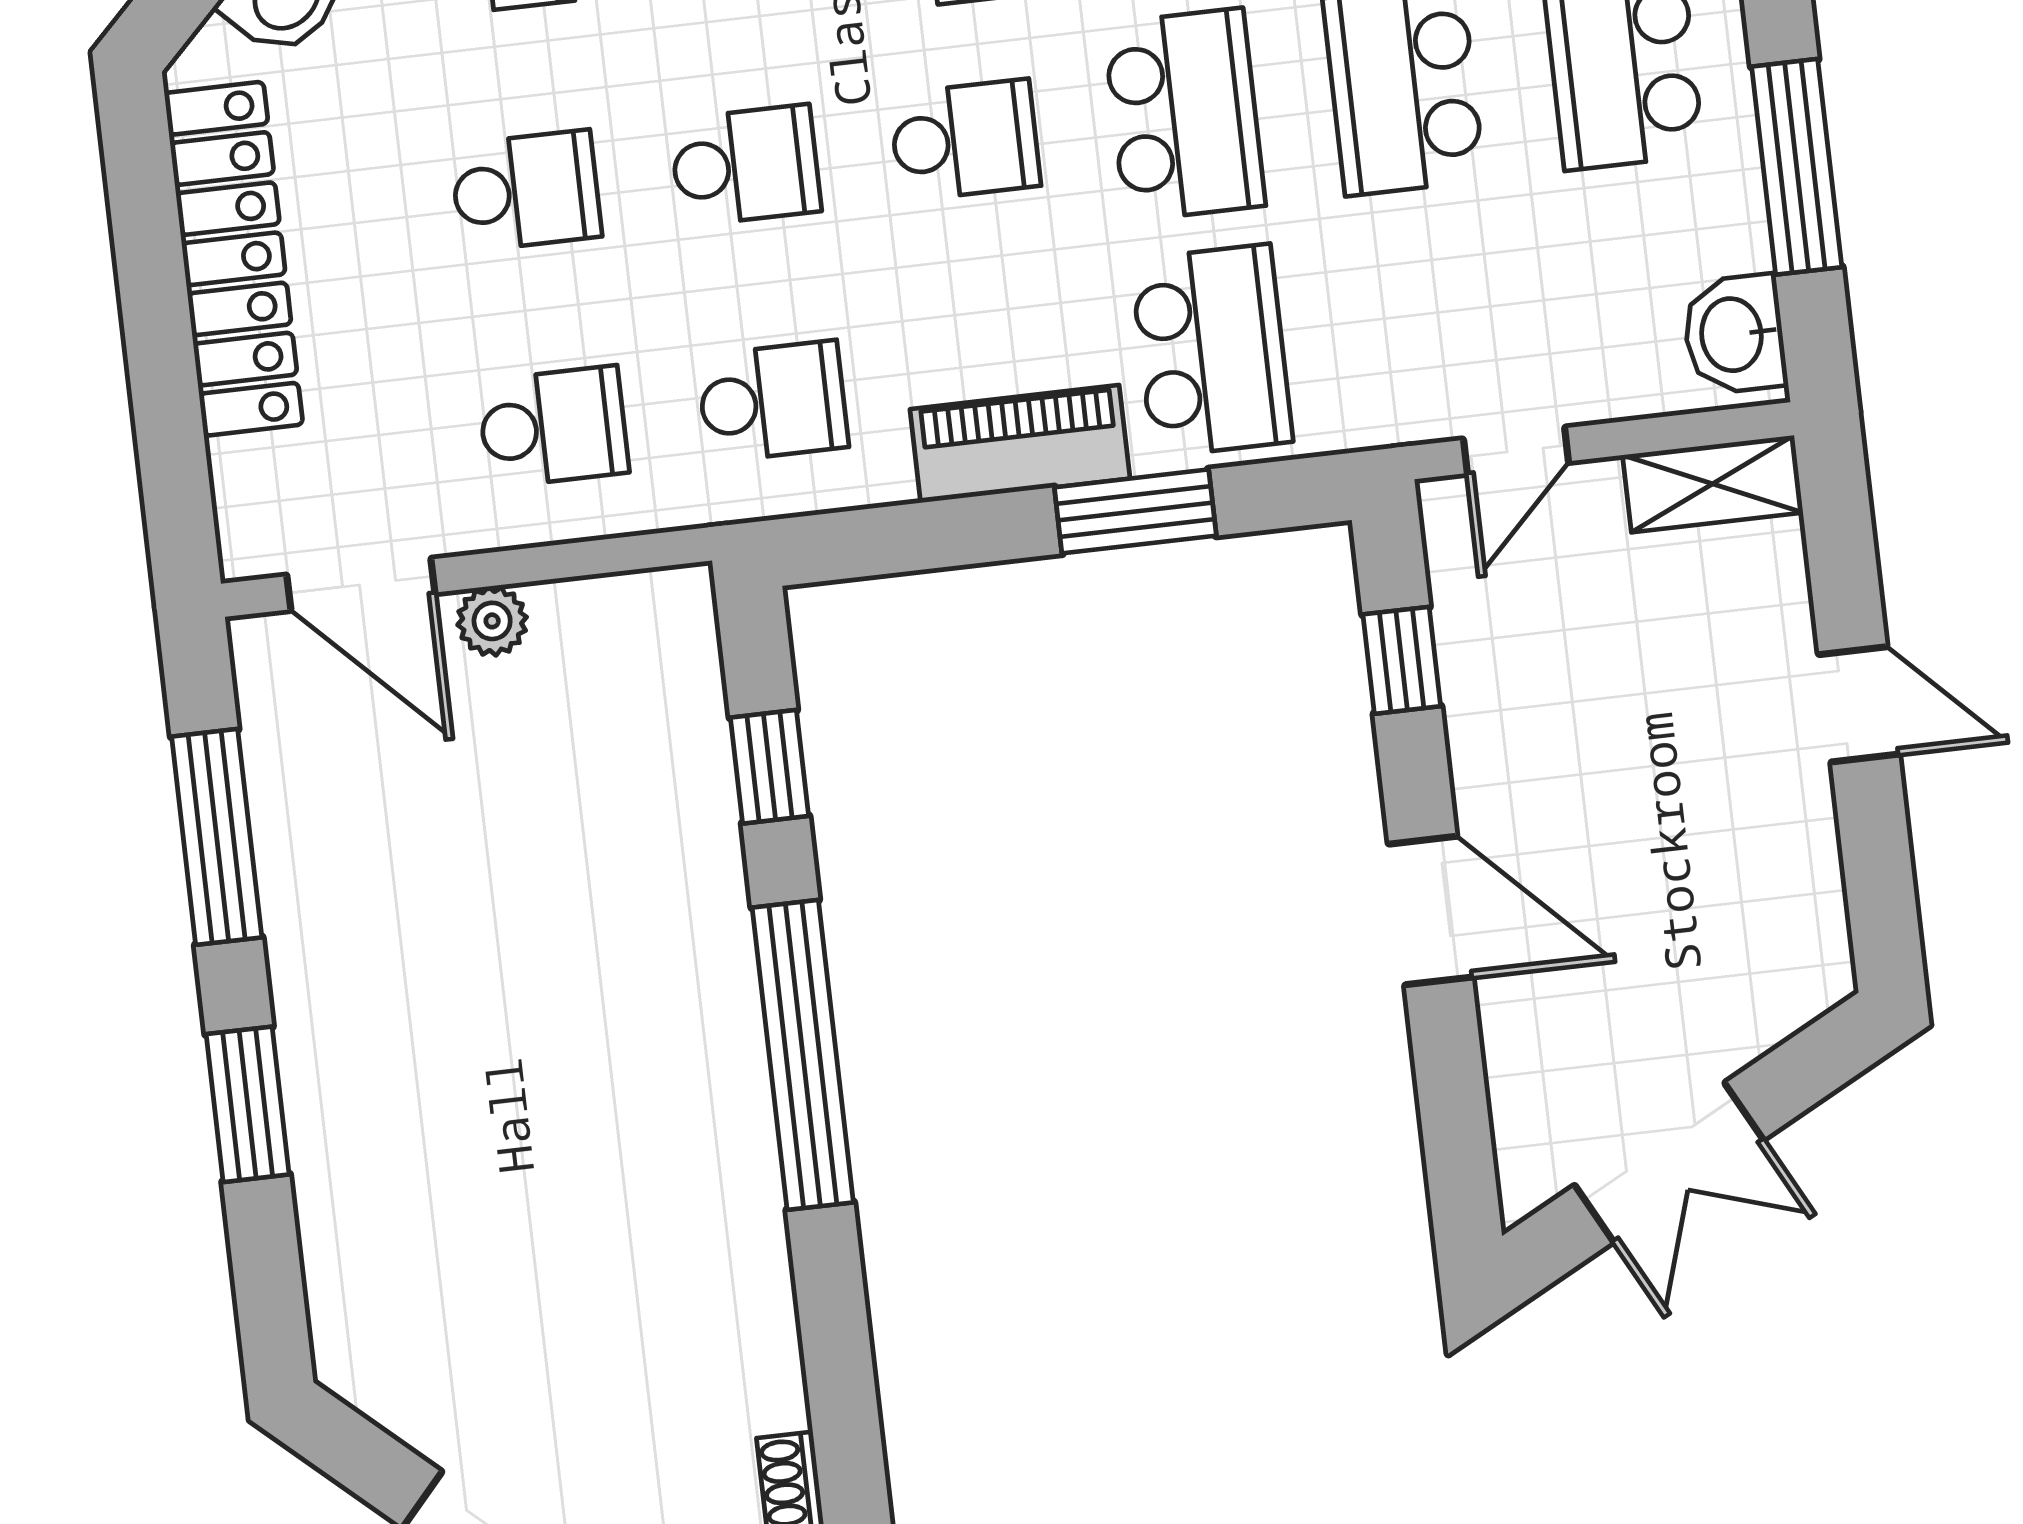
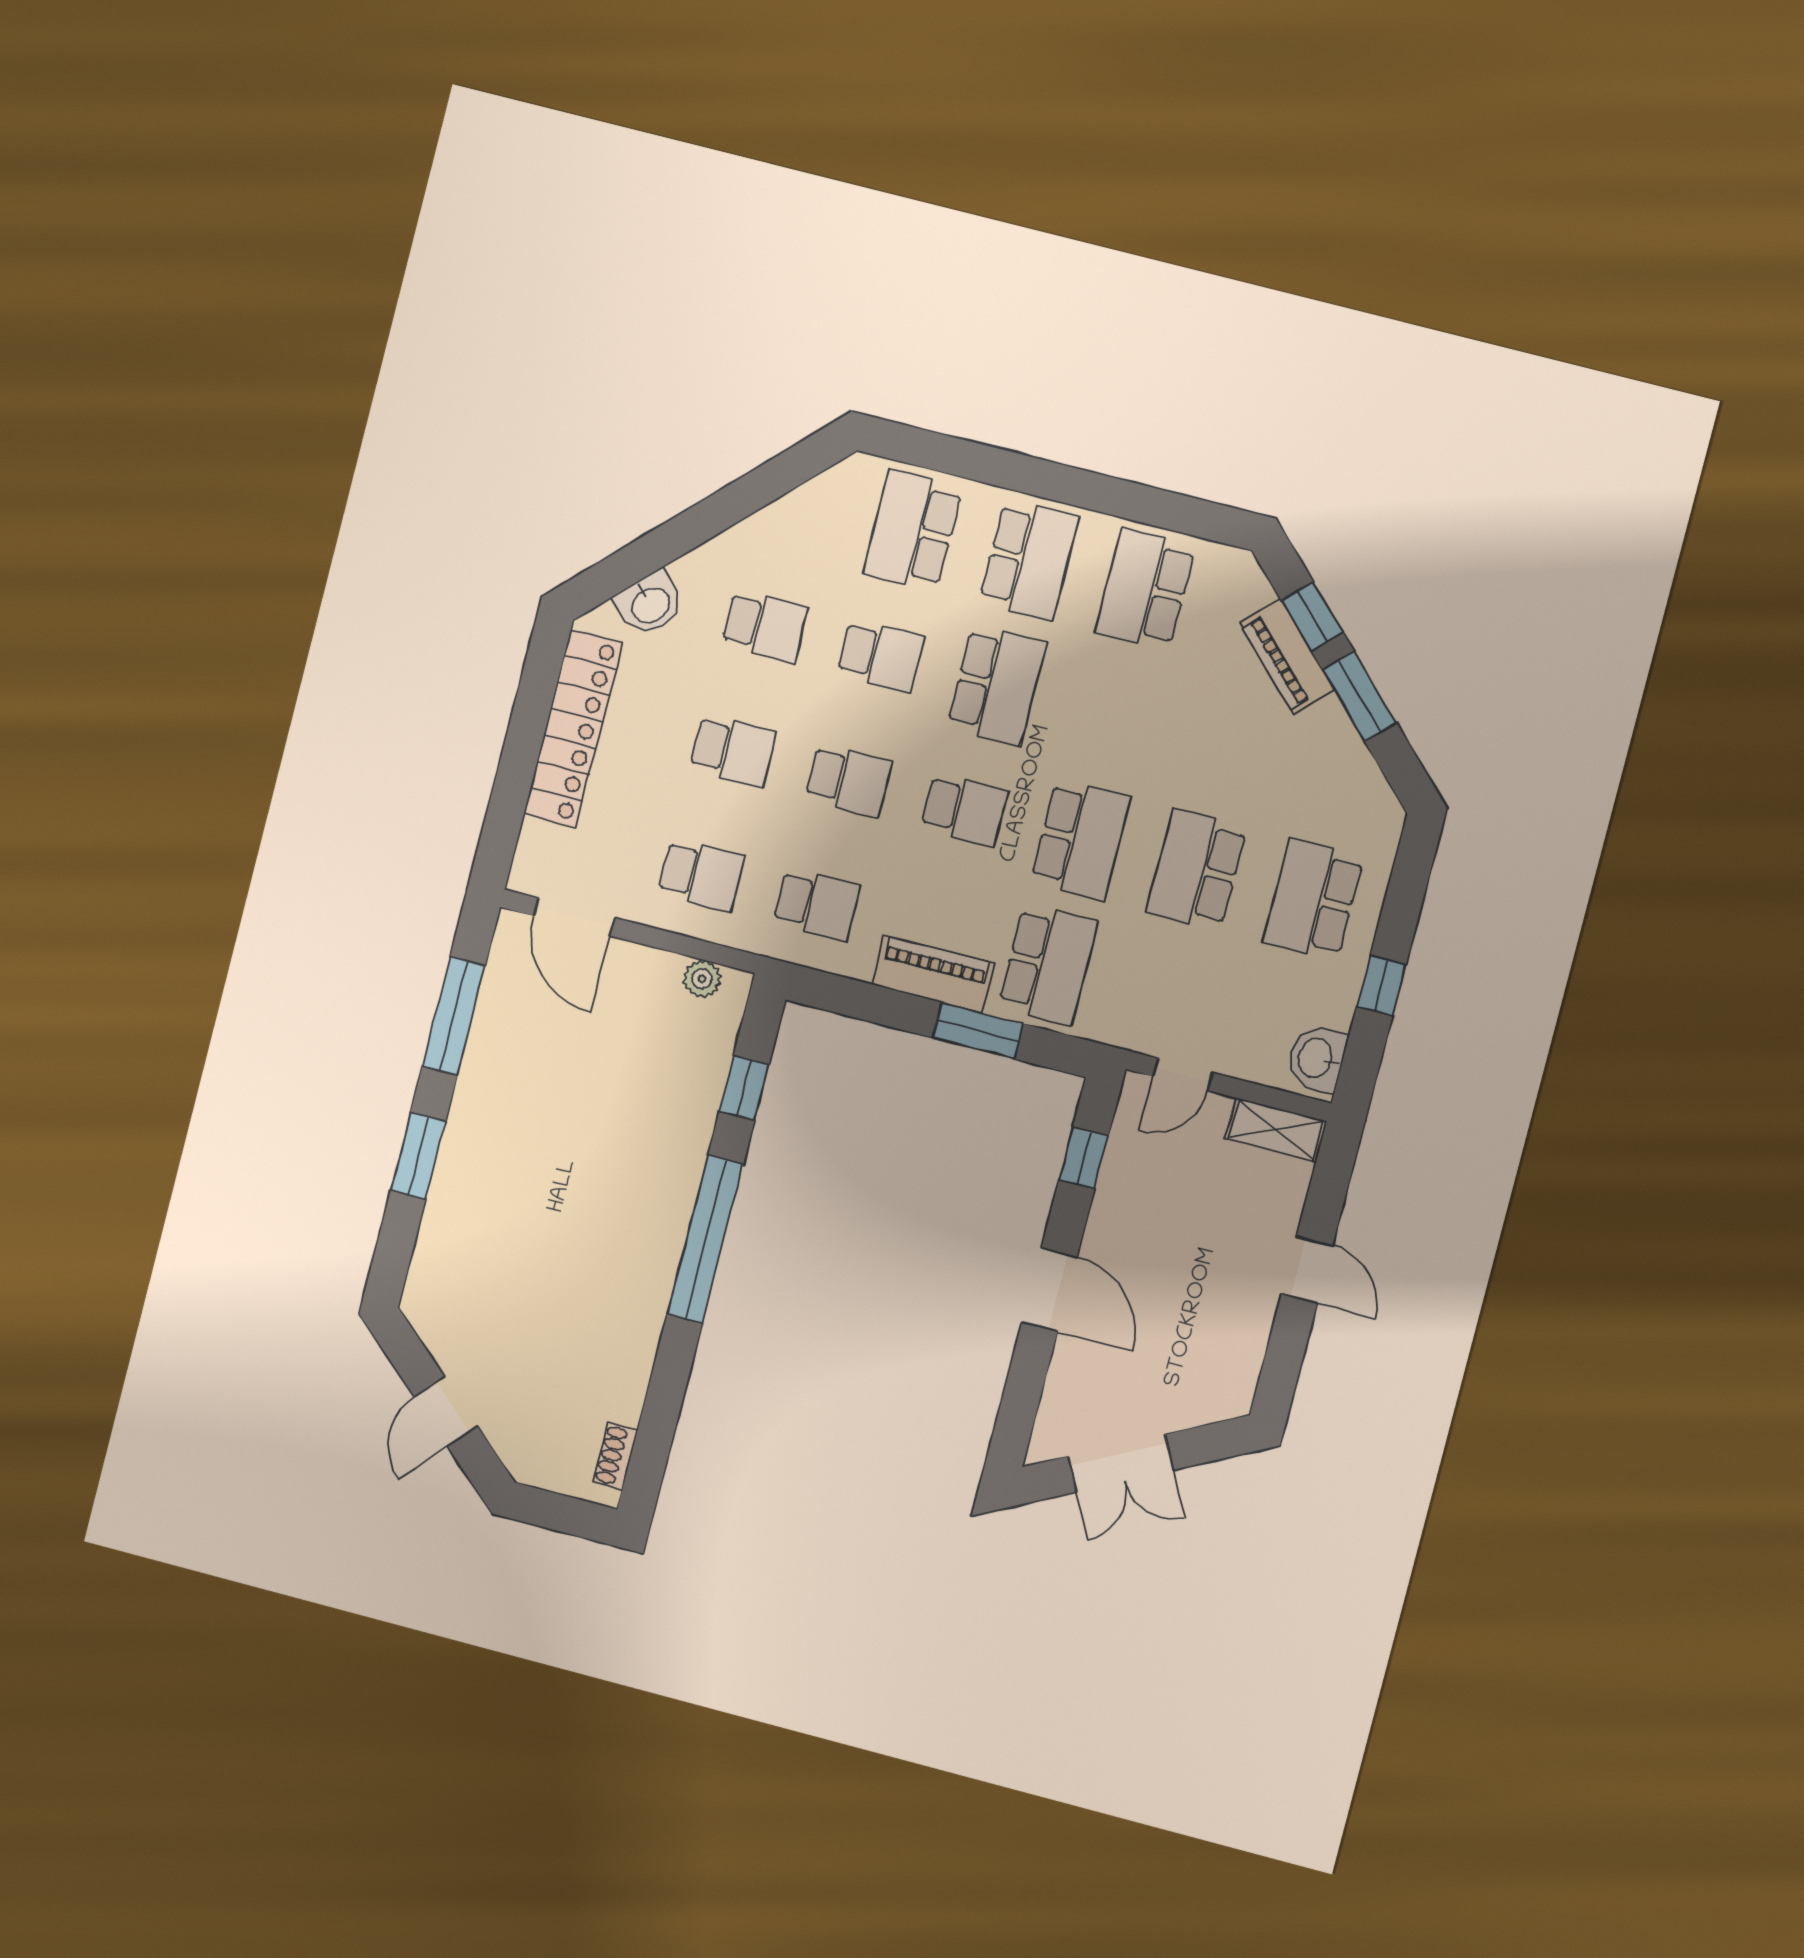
window: (1797, 167) -> (1381, 986), width x0.46
plant: (492, 621) -> (702, 979), moved

